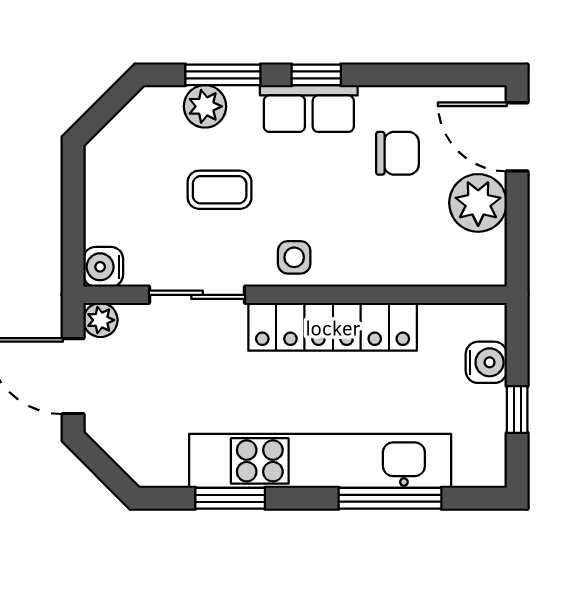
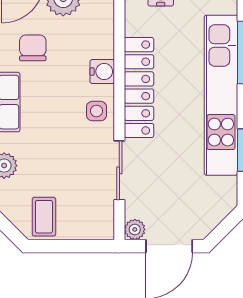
coffee table: (220, 190) -> (44, 217), moved
water cooler: (103, 267) -> (102, 72), moved, turned -90

